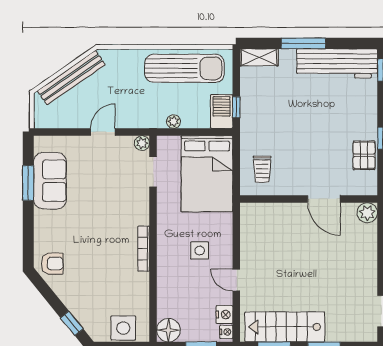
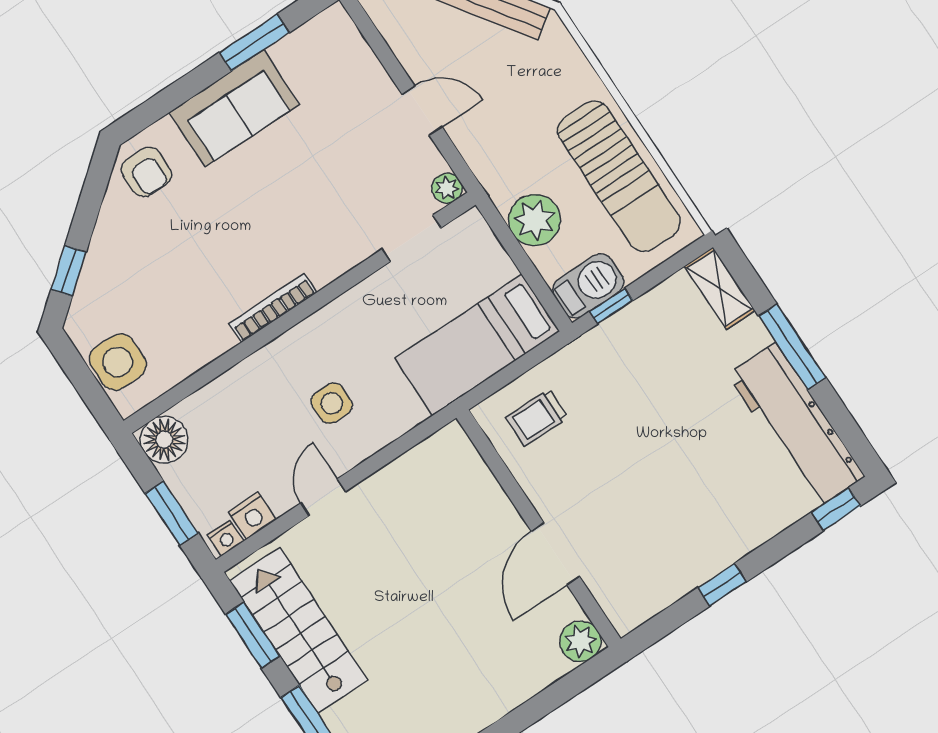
plant: (173, 122) -> (535, 220), width x1.87, depth x1.87
pallet: (364, 155) -> (673, 572), removed
bed: (207, 174) -> (477, 345), width x0.67
sofa: (50, 181) -> (234, 108), moved

